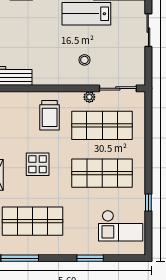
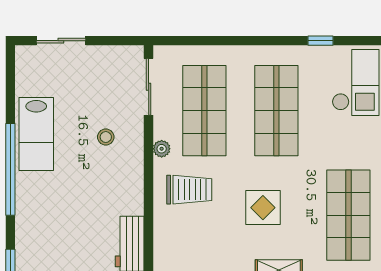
plant: (89, 97) -> (162, 149), moved

